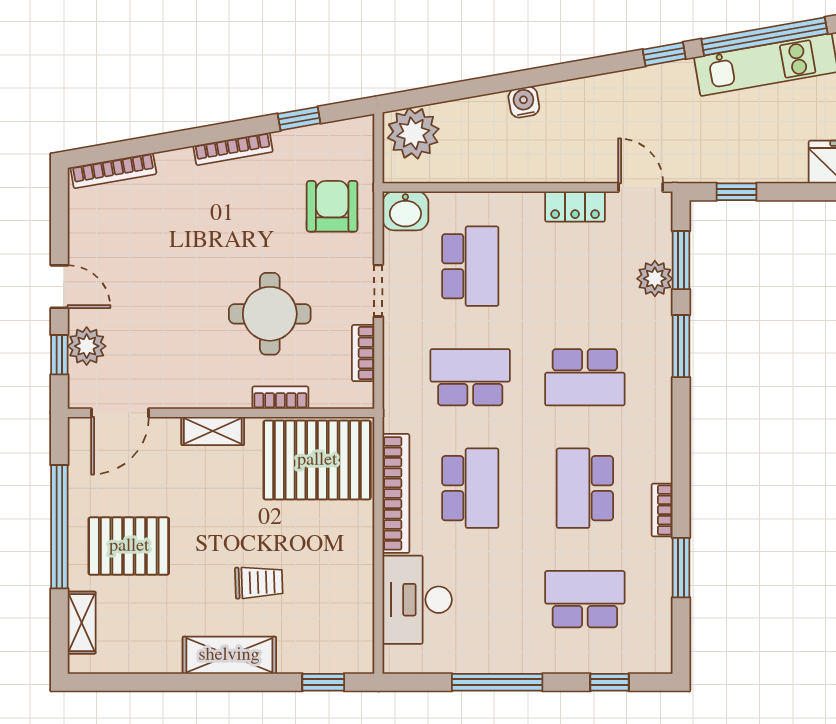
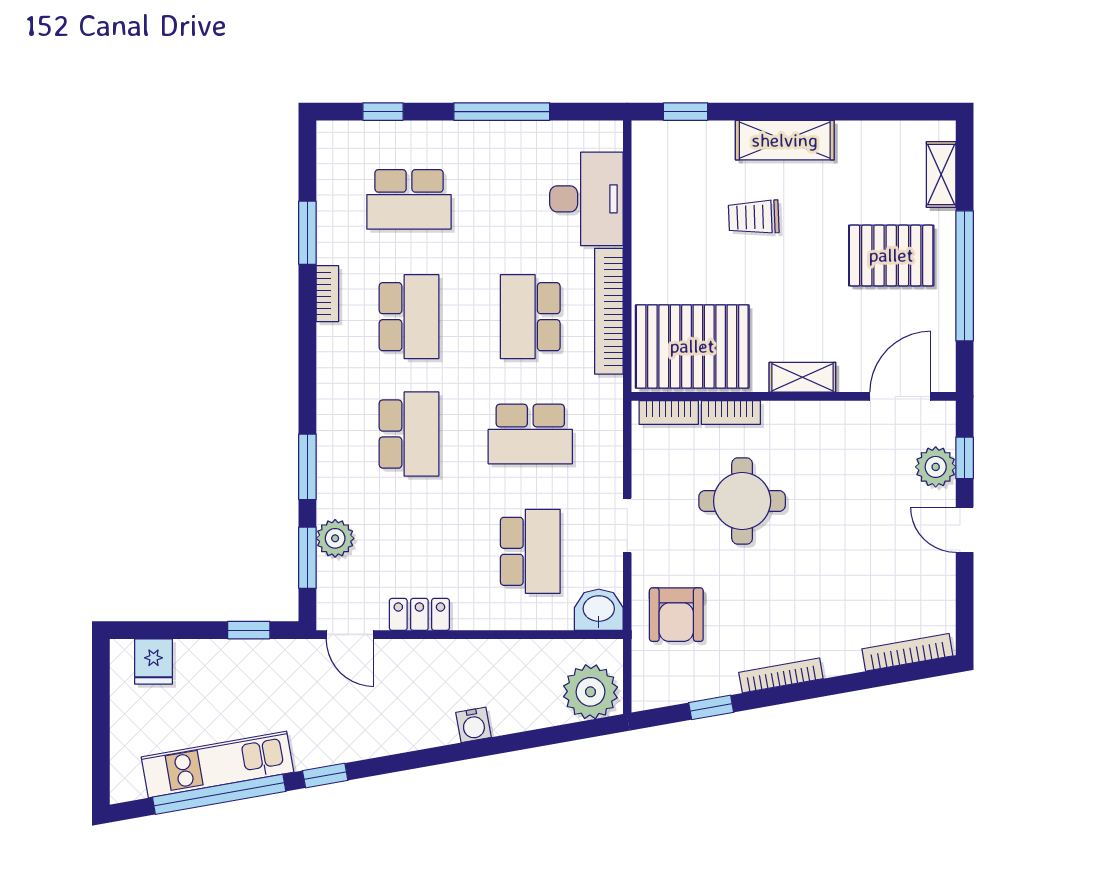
school desk: (470, 266) -> (530, 551), turned 180
bookcase: (363, 353) -> (669, 412), moved, turned 90
school desk: (585, 377) -> (409, 434), turned 90

